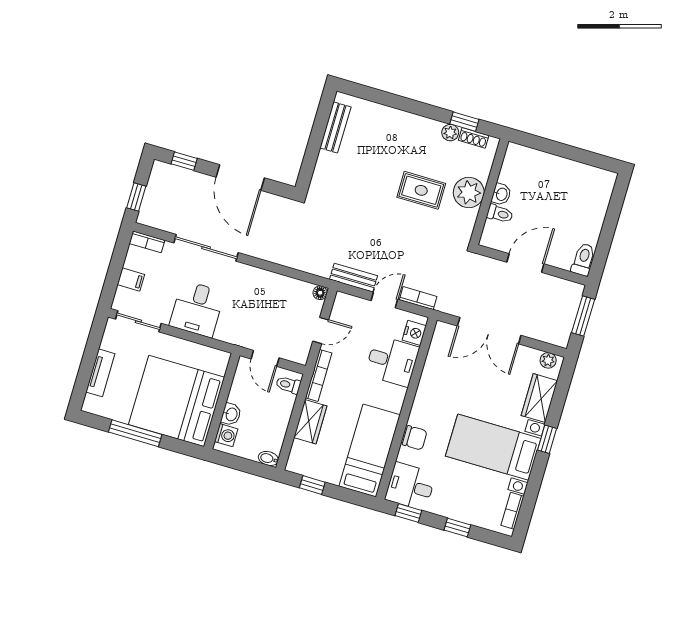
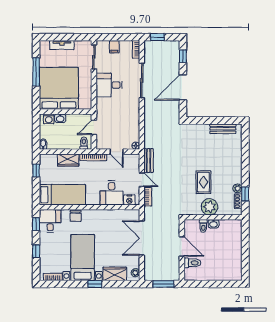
toilet: (583, 259) -> (192, 263), moved

